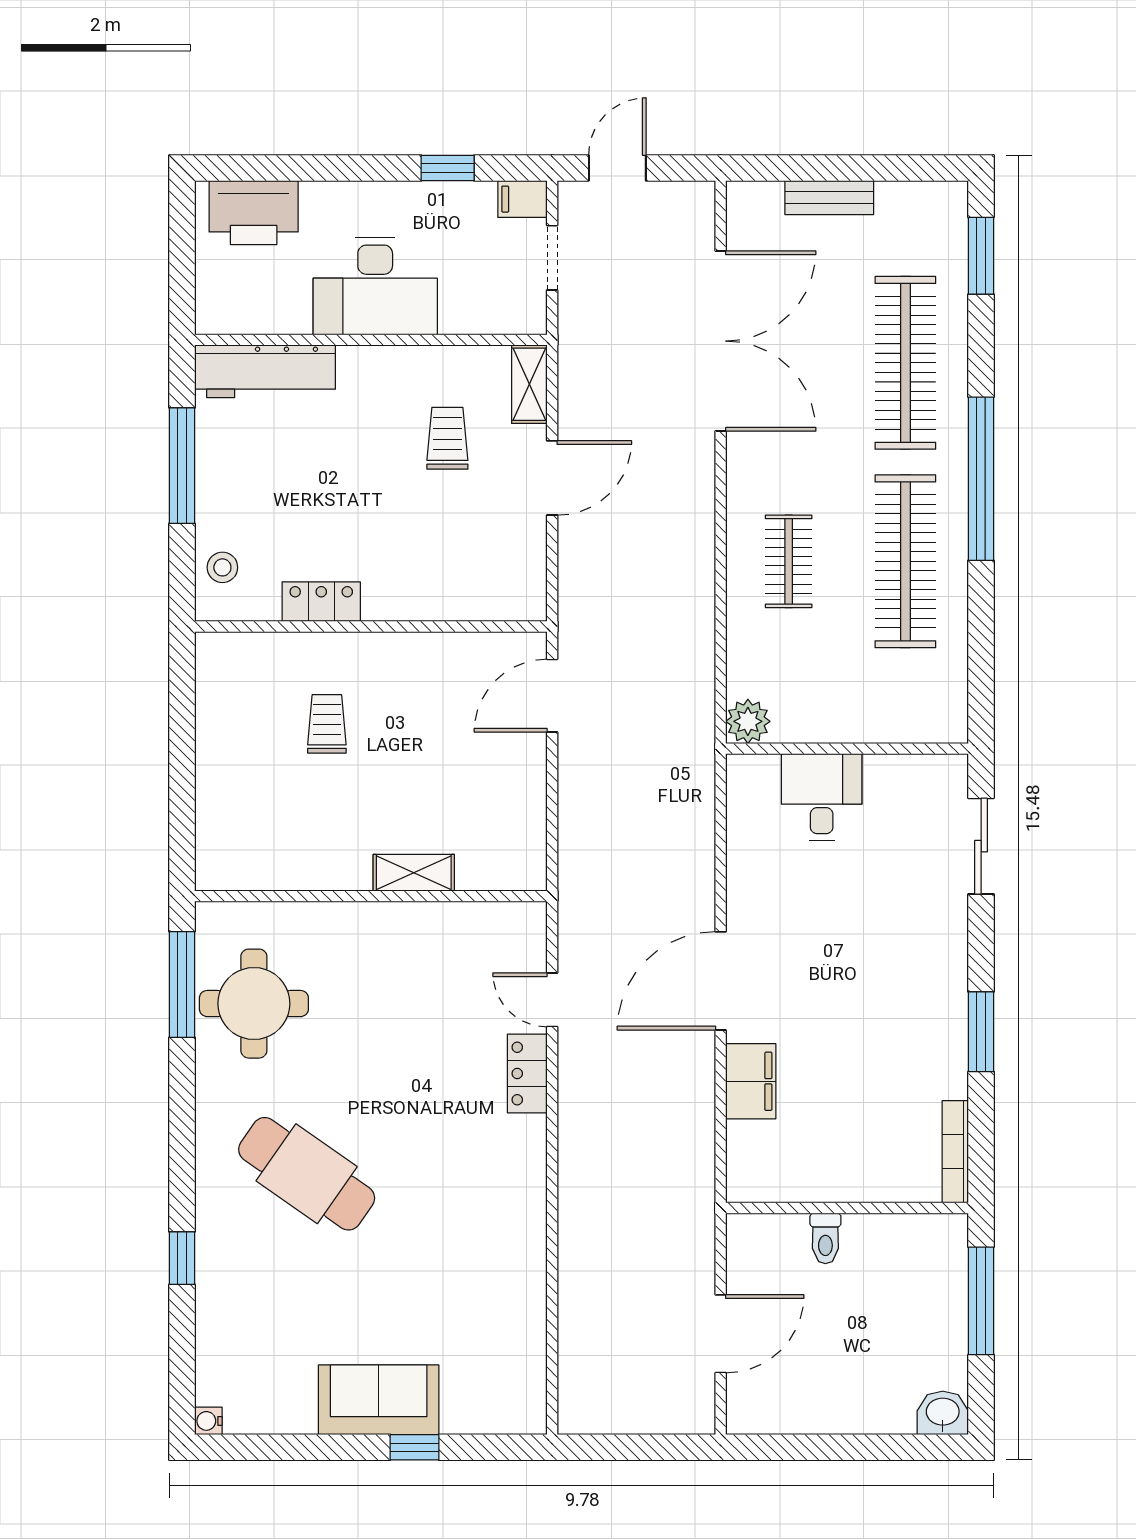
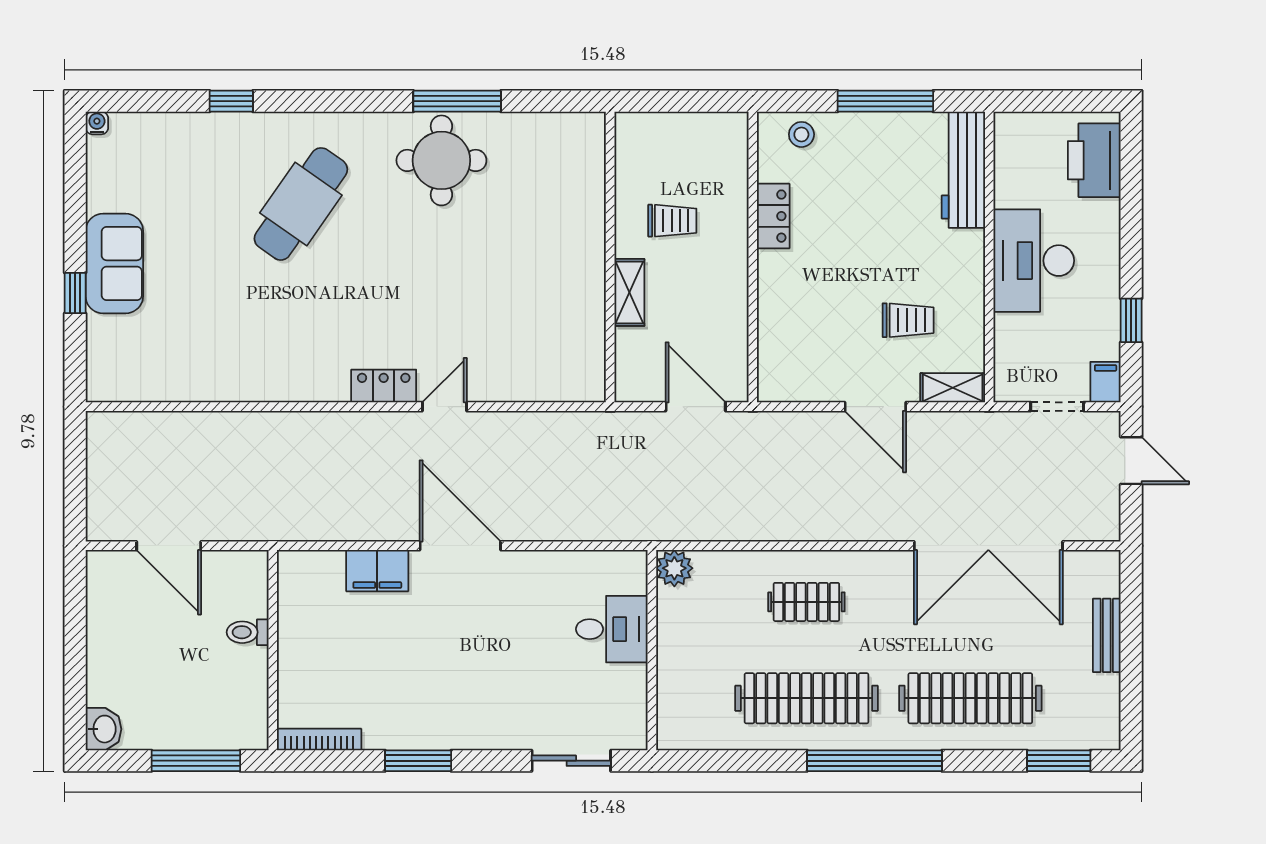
shelving: (414, 873) -> (629, 292), moved
wall: (371, 896) -> (610, 257), moved

